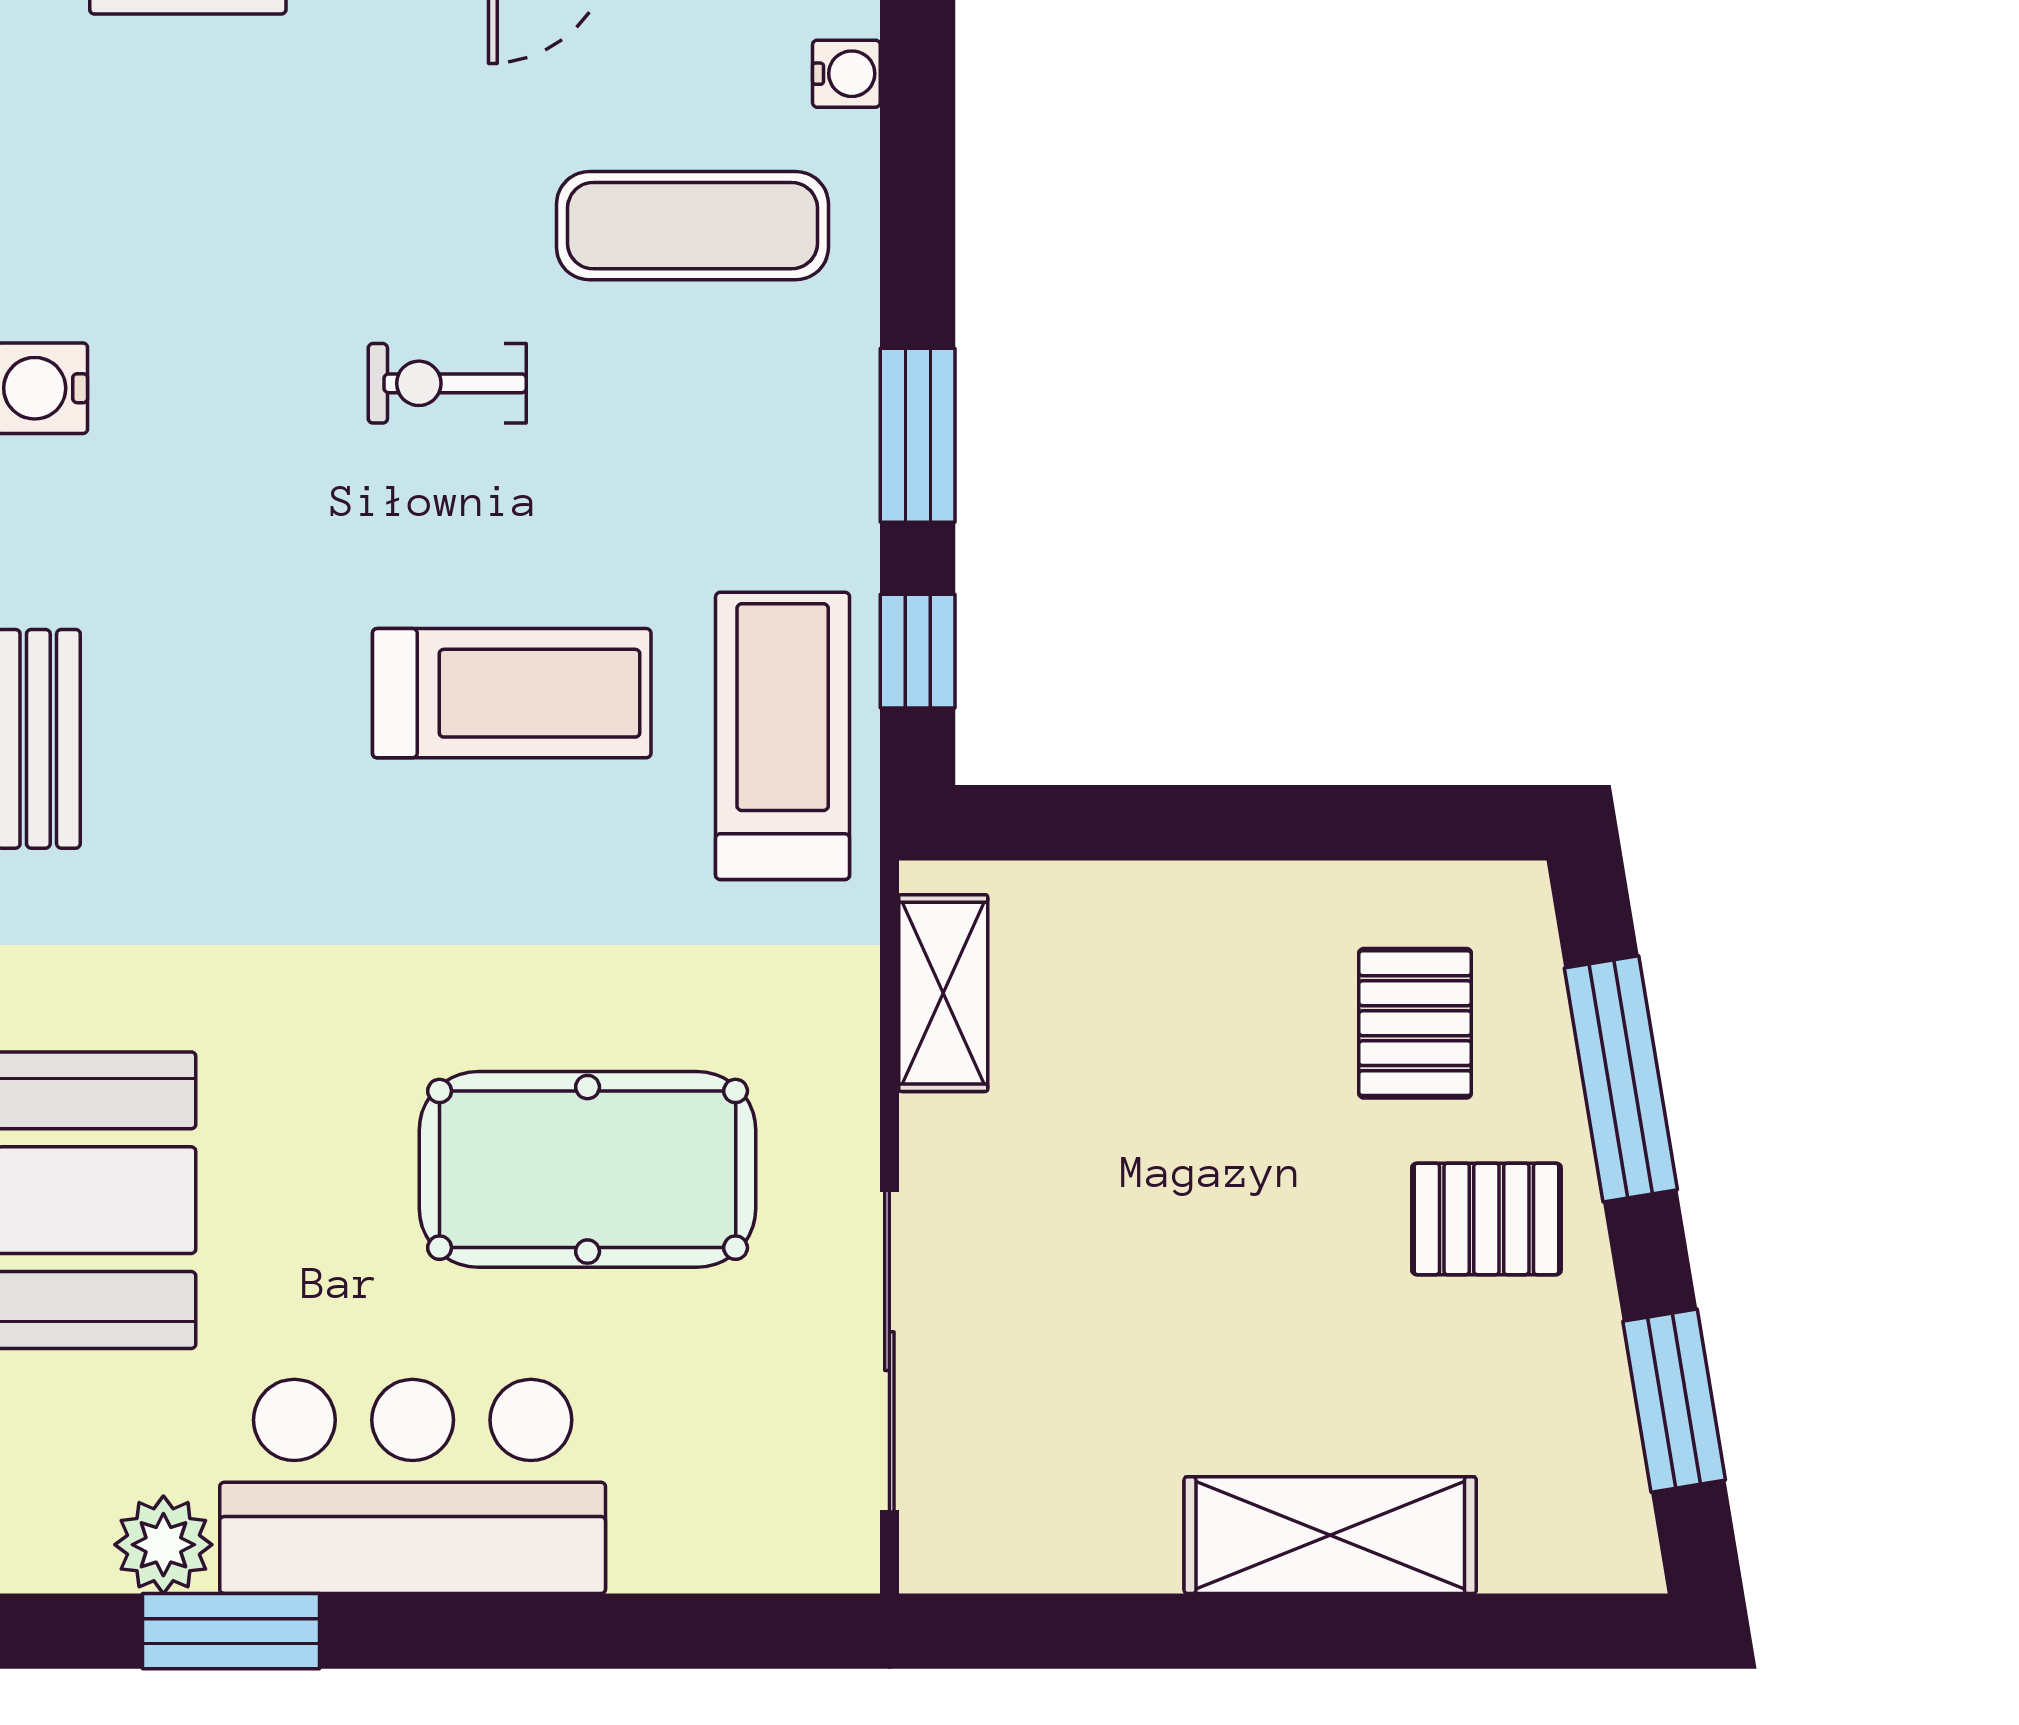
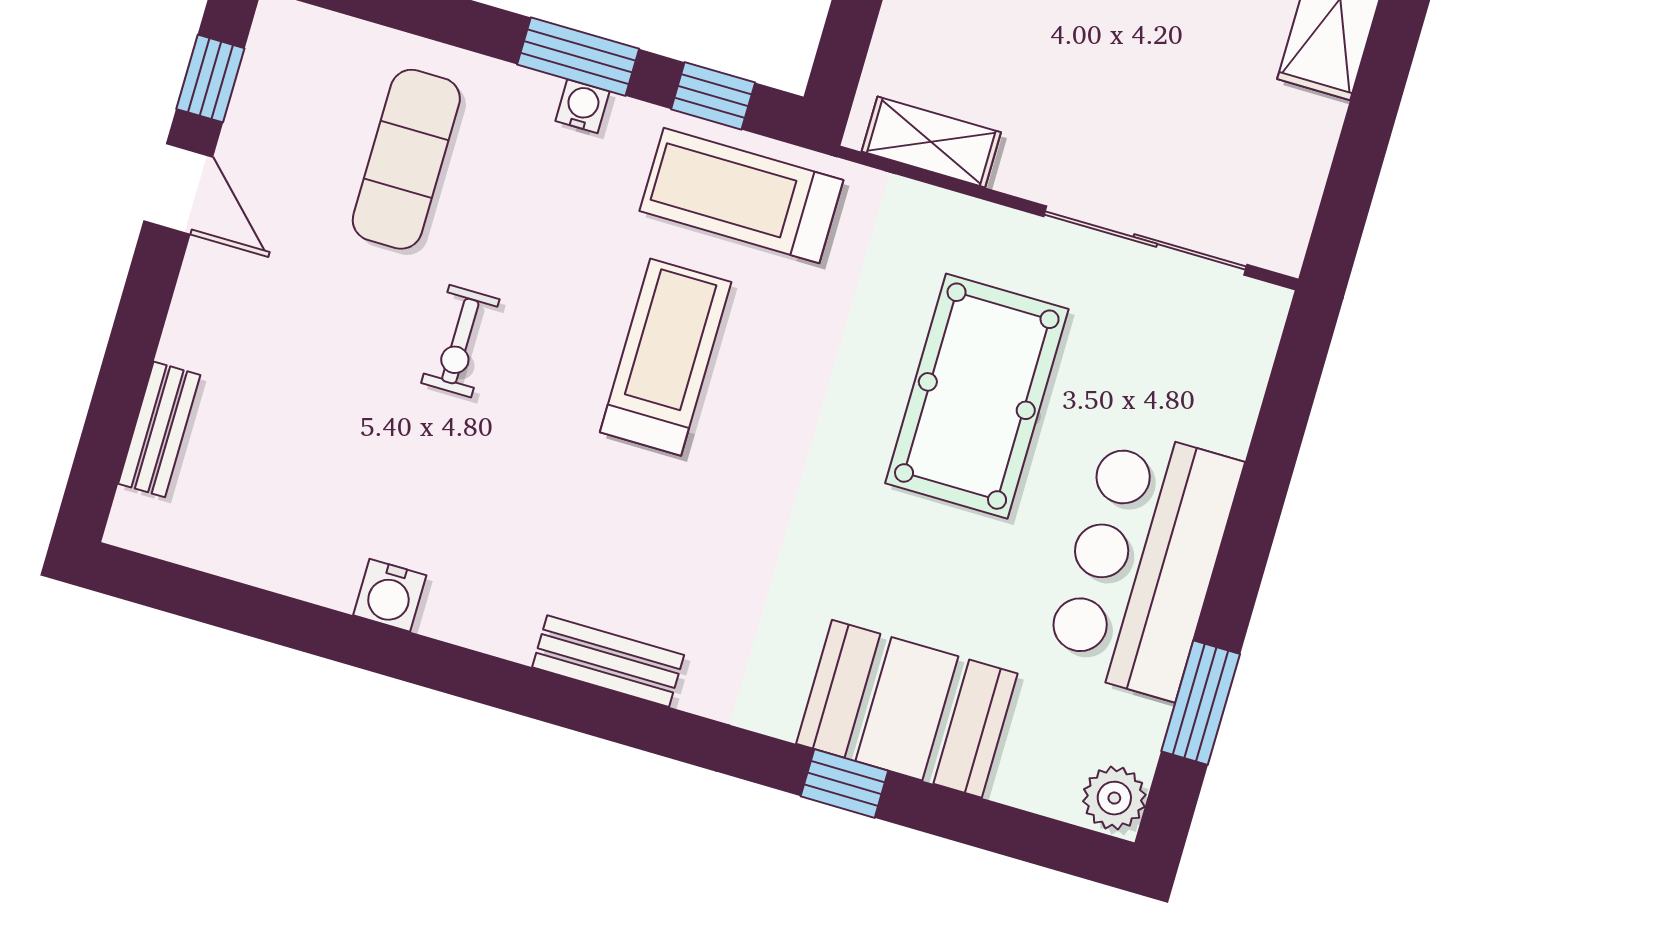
water cooler: (846, 74) -> (582, 106), moved
plant: (163, 1545) -> (1114, 798), moved

